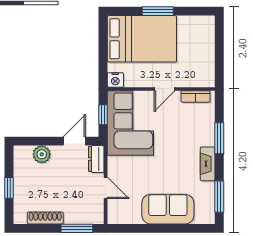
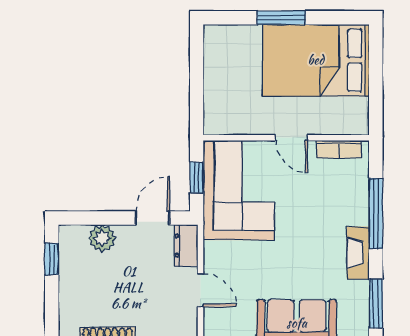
bed: (142, 39) -> (316, 60), moved, turned 180
nightstand: (115, 80) -> (216, 124), removed
door: (165, 89) -> (291, 138), hinge flipped
window: (219, 138) -> (376, 213), width x1.44
window: (9, 188) -> (52, 259), moved

